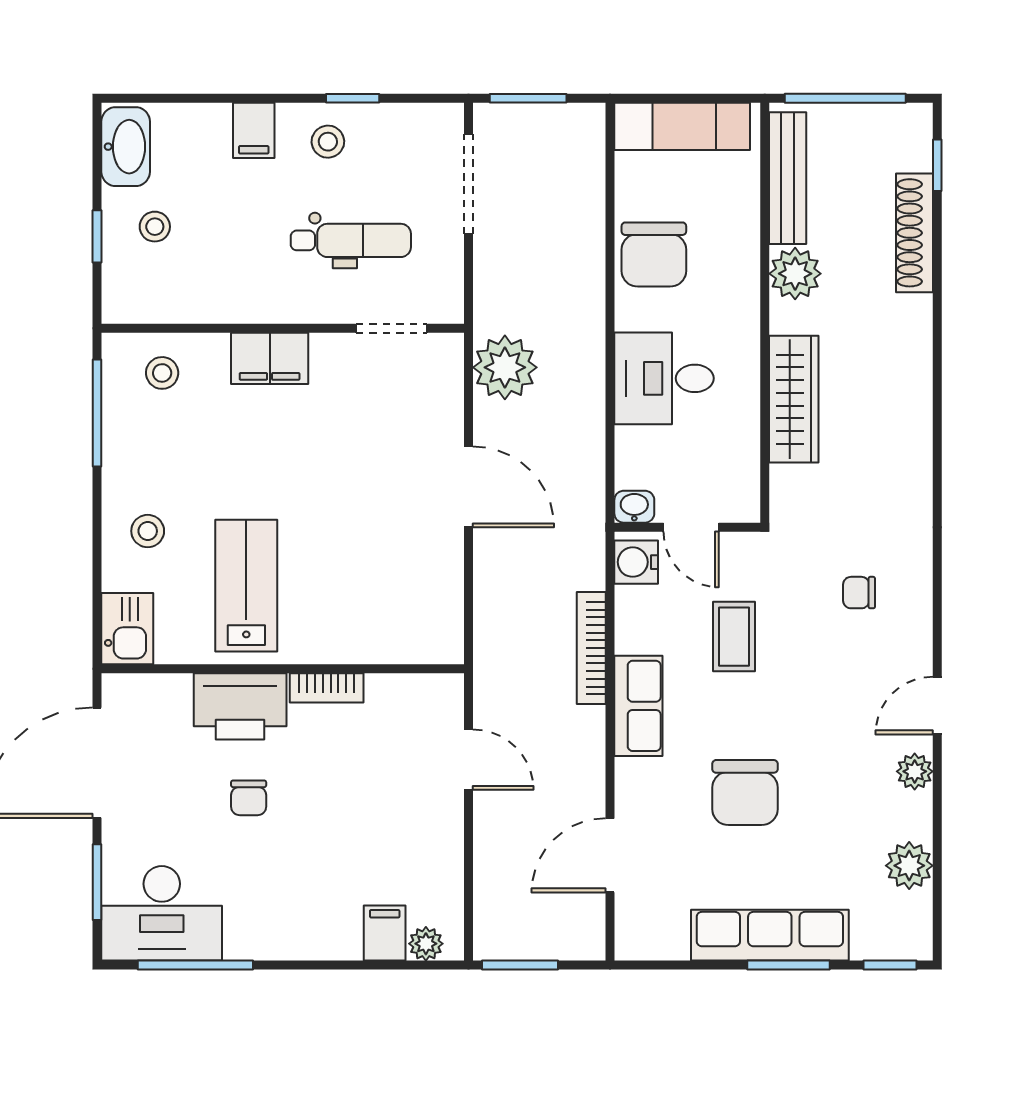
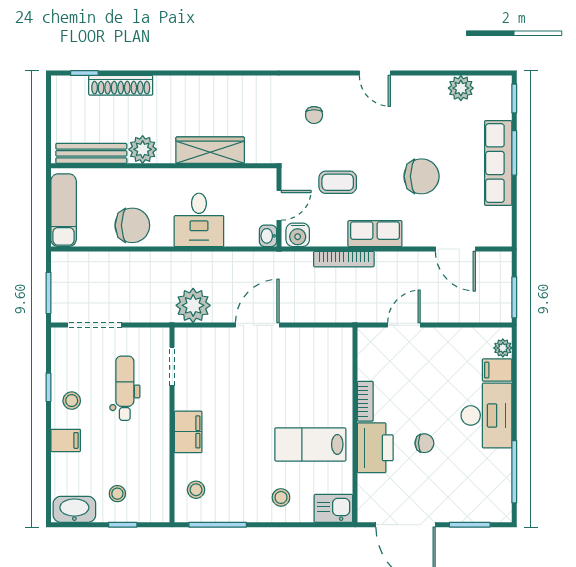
window: (845, 98) -> (48, 123), removed
plant: (915, 771) -> (410, 85), removed
desk: (162, 913) -> (486, 415), moved

